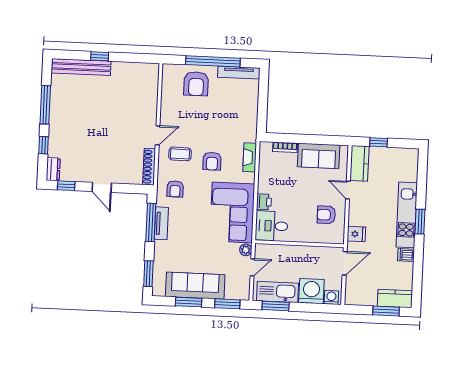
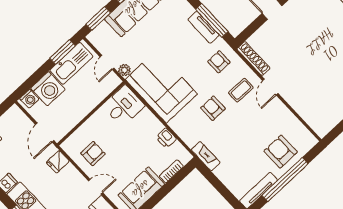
fireplace: (250, 157) -> (206, 156), moved
printer: (264, 202) -> (166, 138), moved

